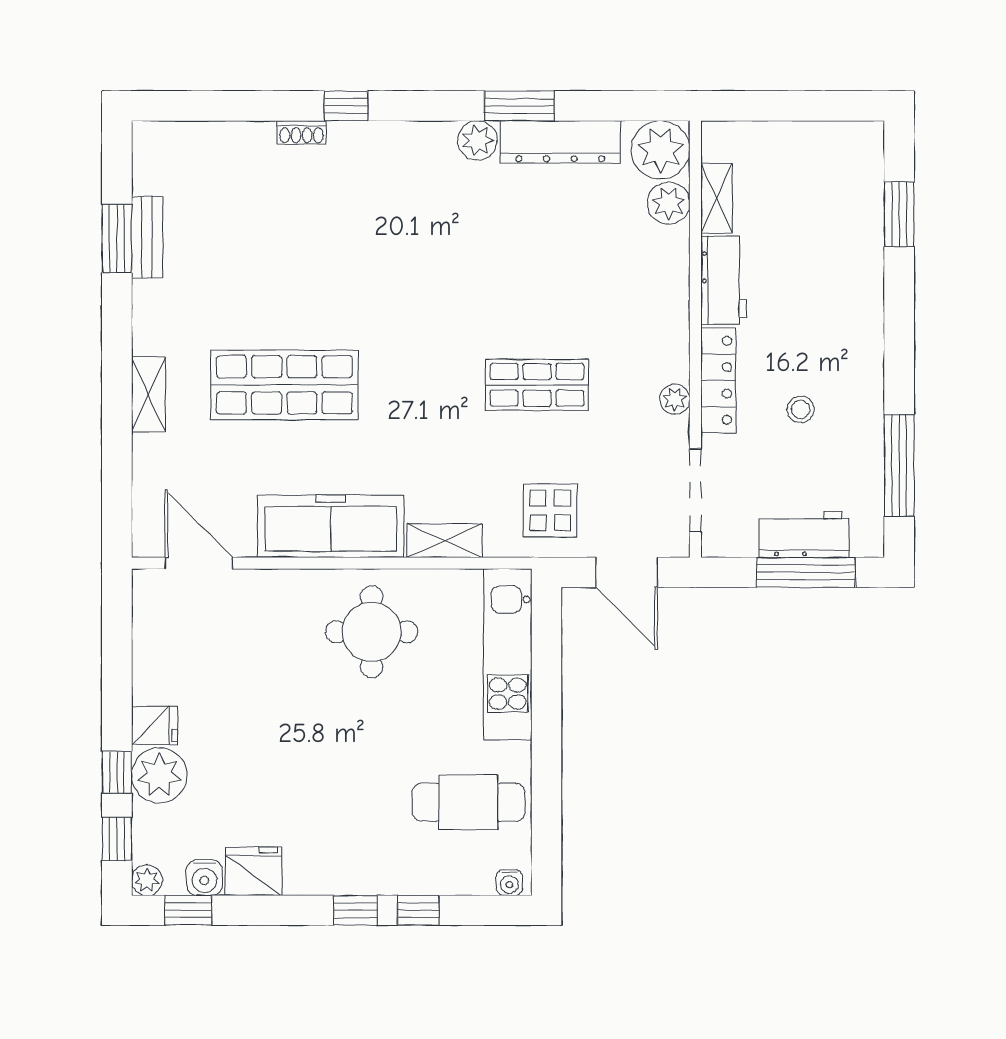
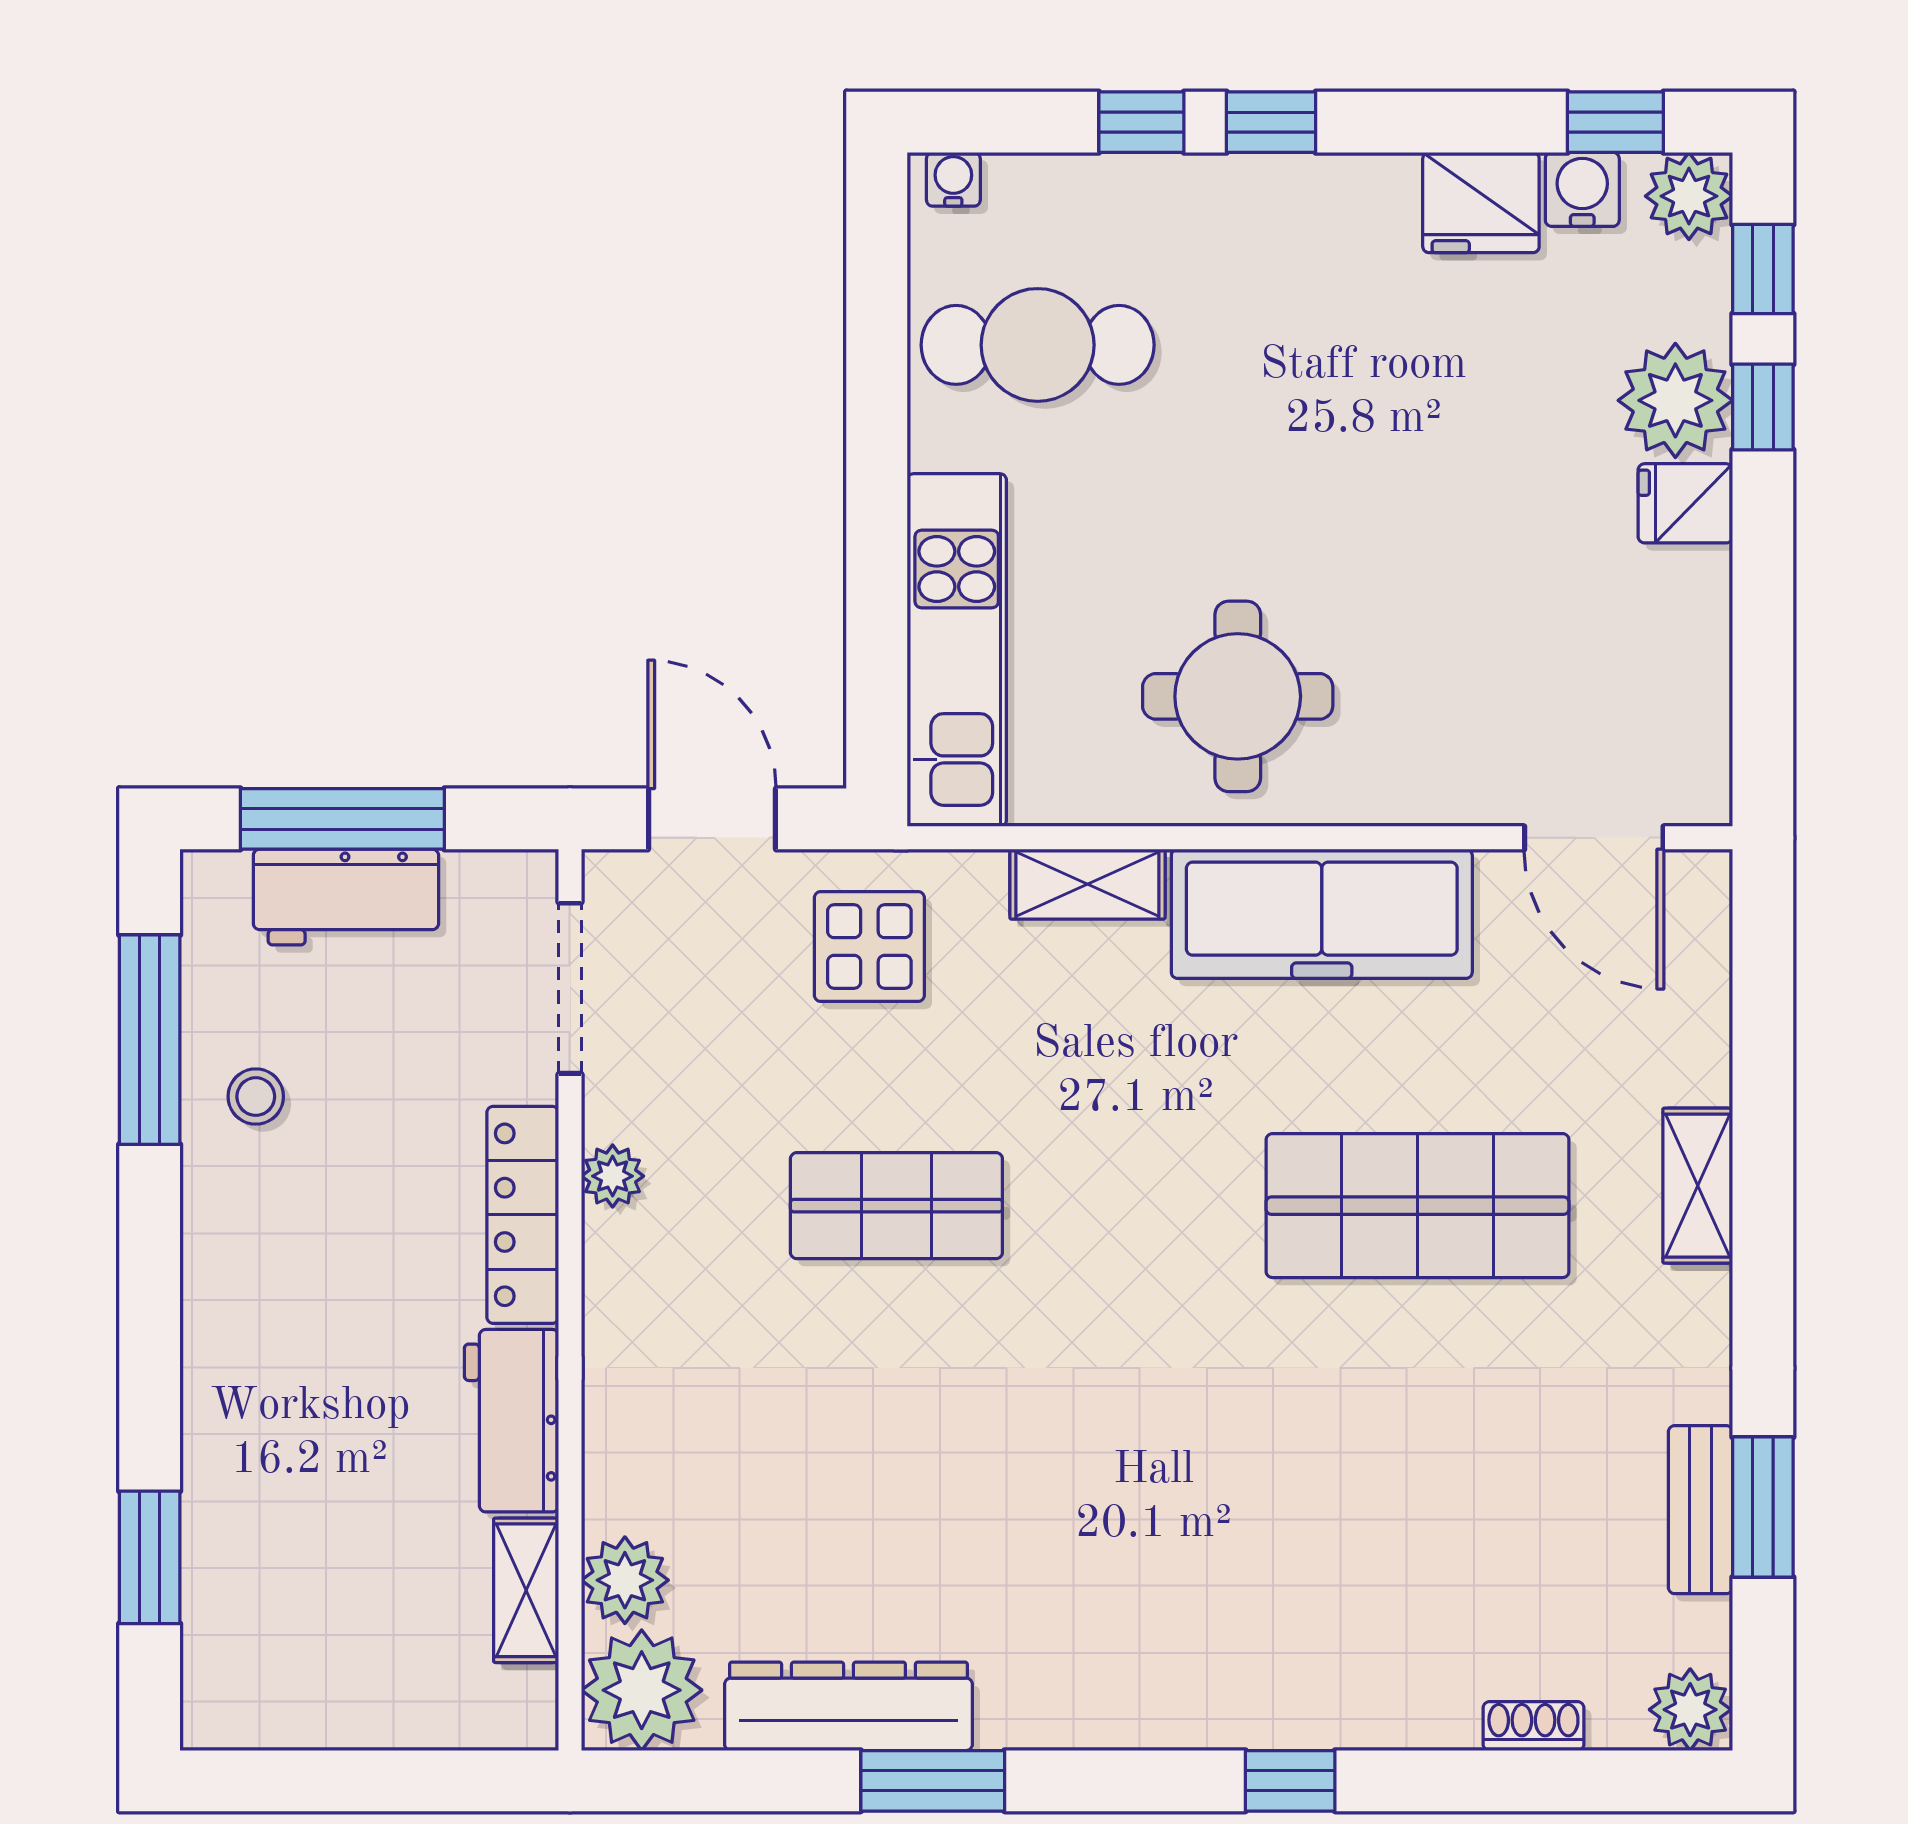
shoe rack: (302, 132) -> (1533, 1726), moved
plant: (477, 140) -> (1690, 1710), moved
stool: (800, 409) -> (256, 1097), moved
plant: (147, 880) -> (1689, 196), width x1.38, depth x1.38

